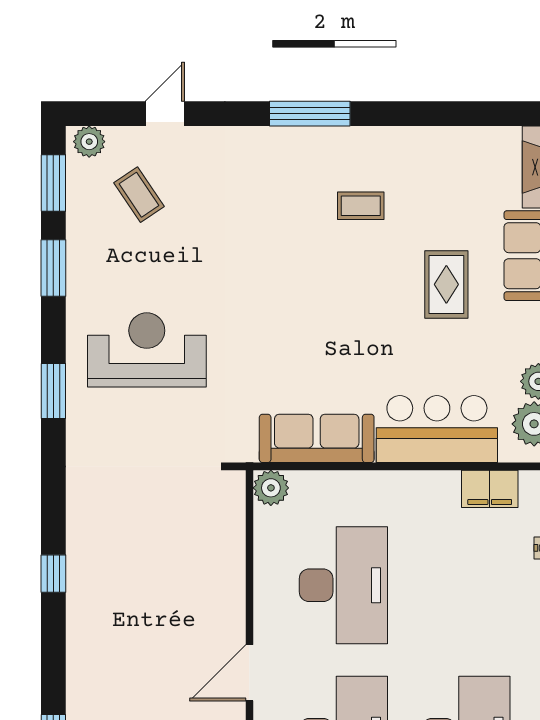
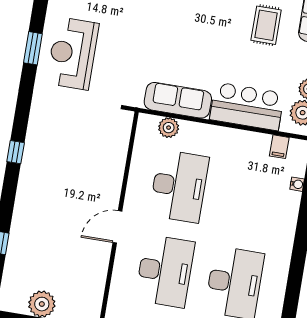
reception desk: (147, 350) -> (73, 53), moved, turned -90
plant: (271, 488) -> (169, 128), moved
filing cabinet: (490, 489) -> (279, 147), width x0.50

